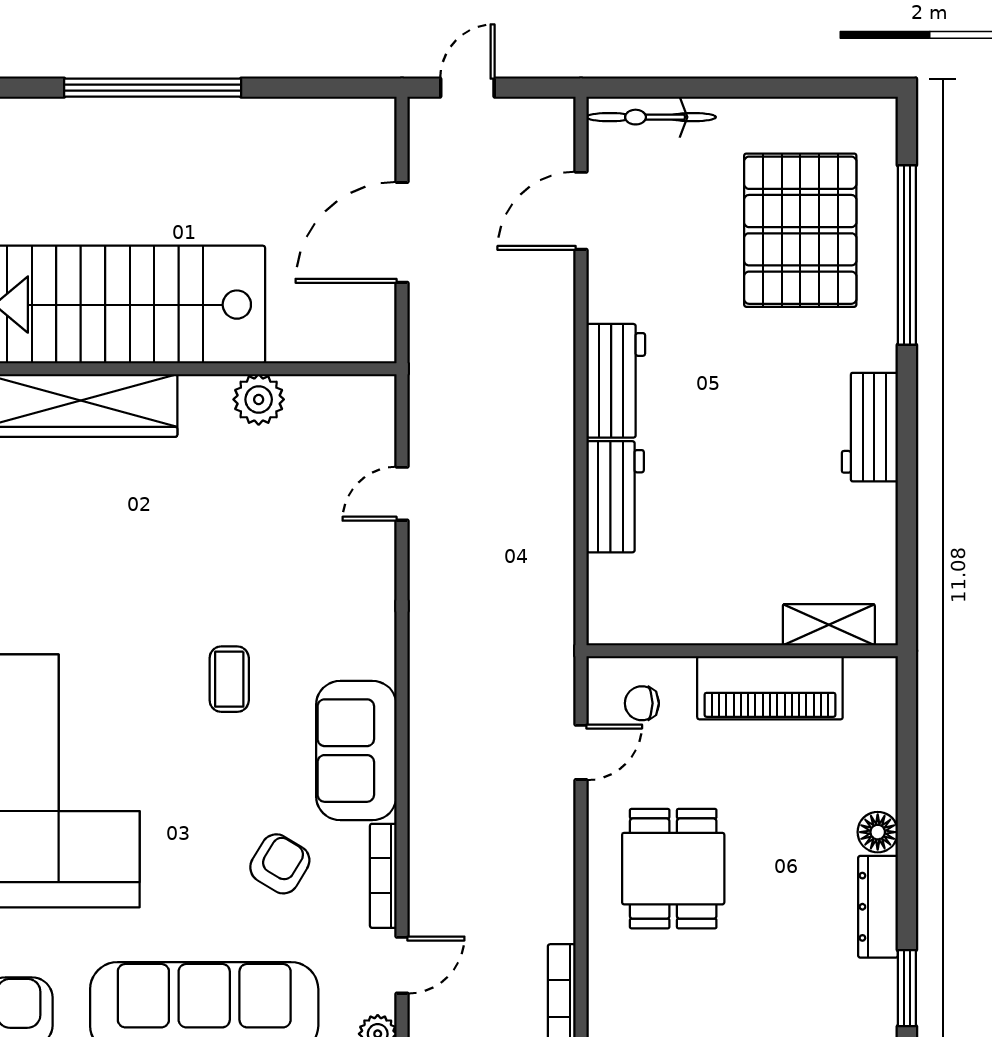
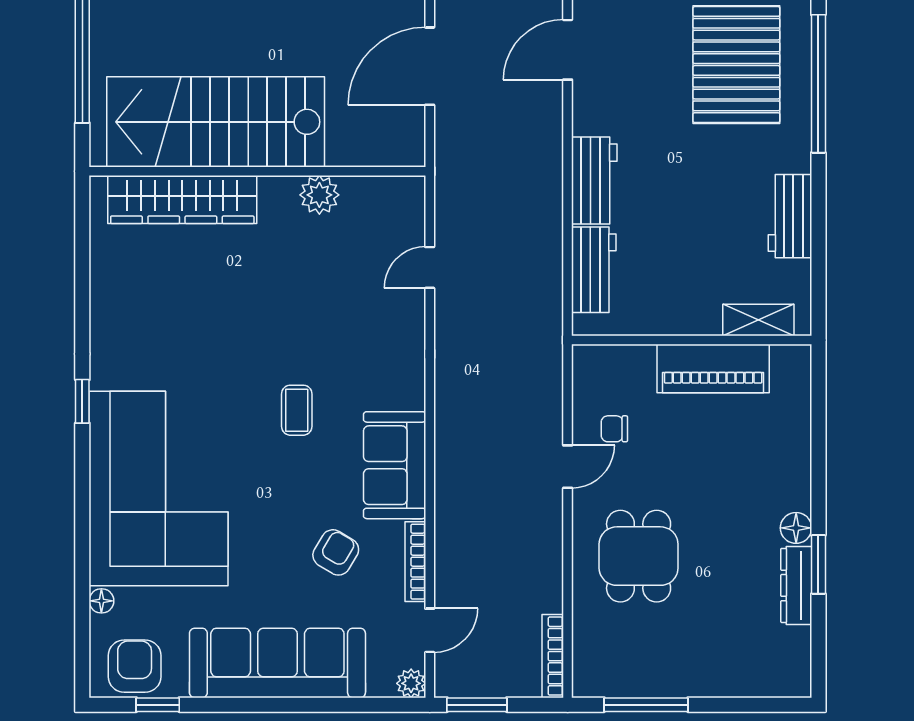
shelving: (829, 625) -> (758, 320), moved
wall: (742, 651) -> (692, 340), moved
piano: (770, 688) -> (713, 369), moved
window: (907, 988) -> (818, 564), moved

